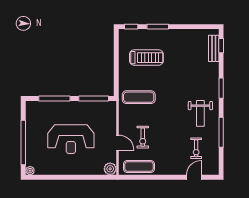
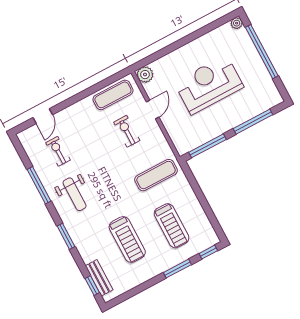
treadmill: (146, 58) -> (172, 226), turned -90
treadmill: (181, 64) -> (127, 239), added
weight bench: (200, 113) -> (75, 194), turned 180
door: (118, 143) -> (153, 109), swing flipped

